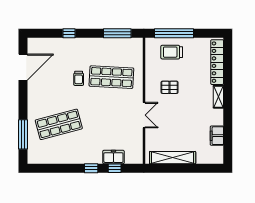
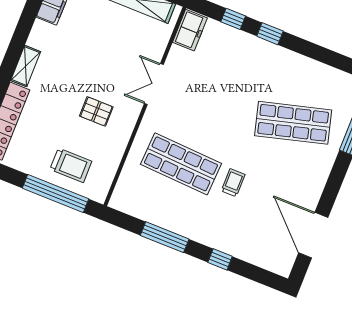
window: (117, 33) -> (165, 237), moved
door: (23, 67) -> (313, 235), hinge flipped
freezer: (113, 157) -> (190, 30), moved, turned -90

